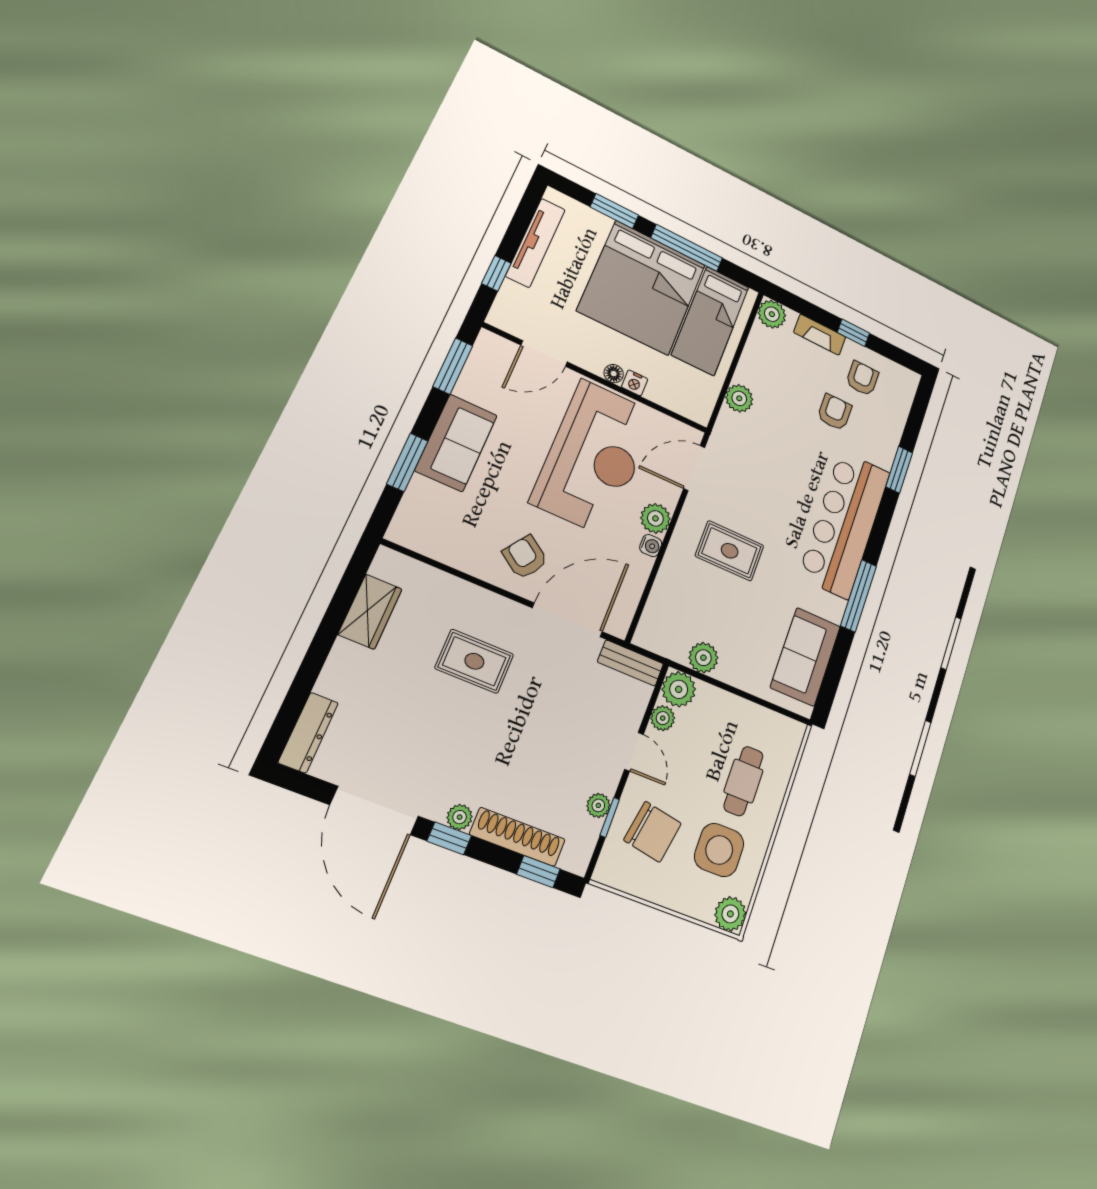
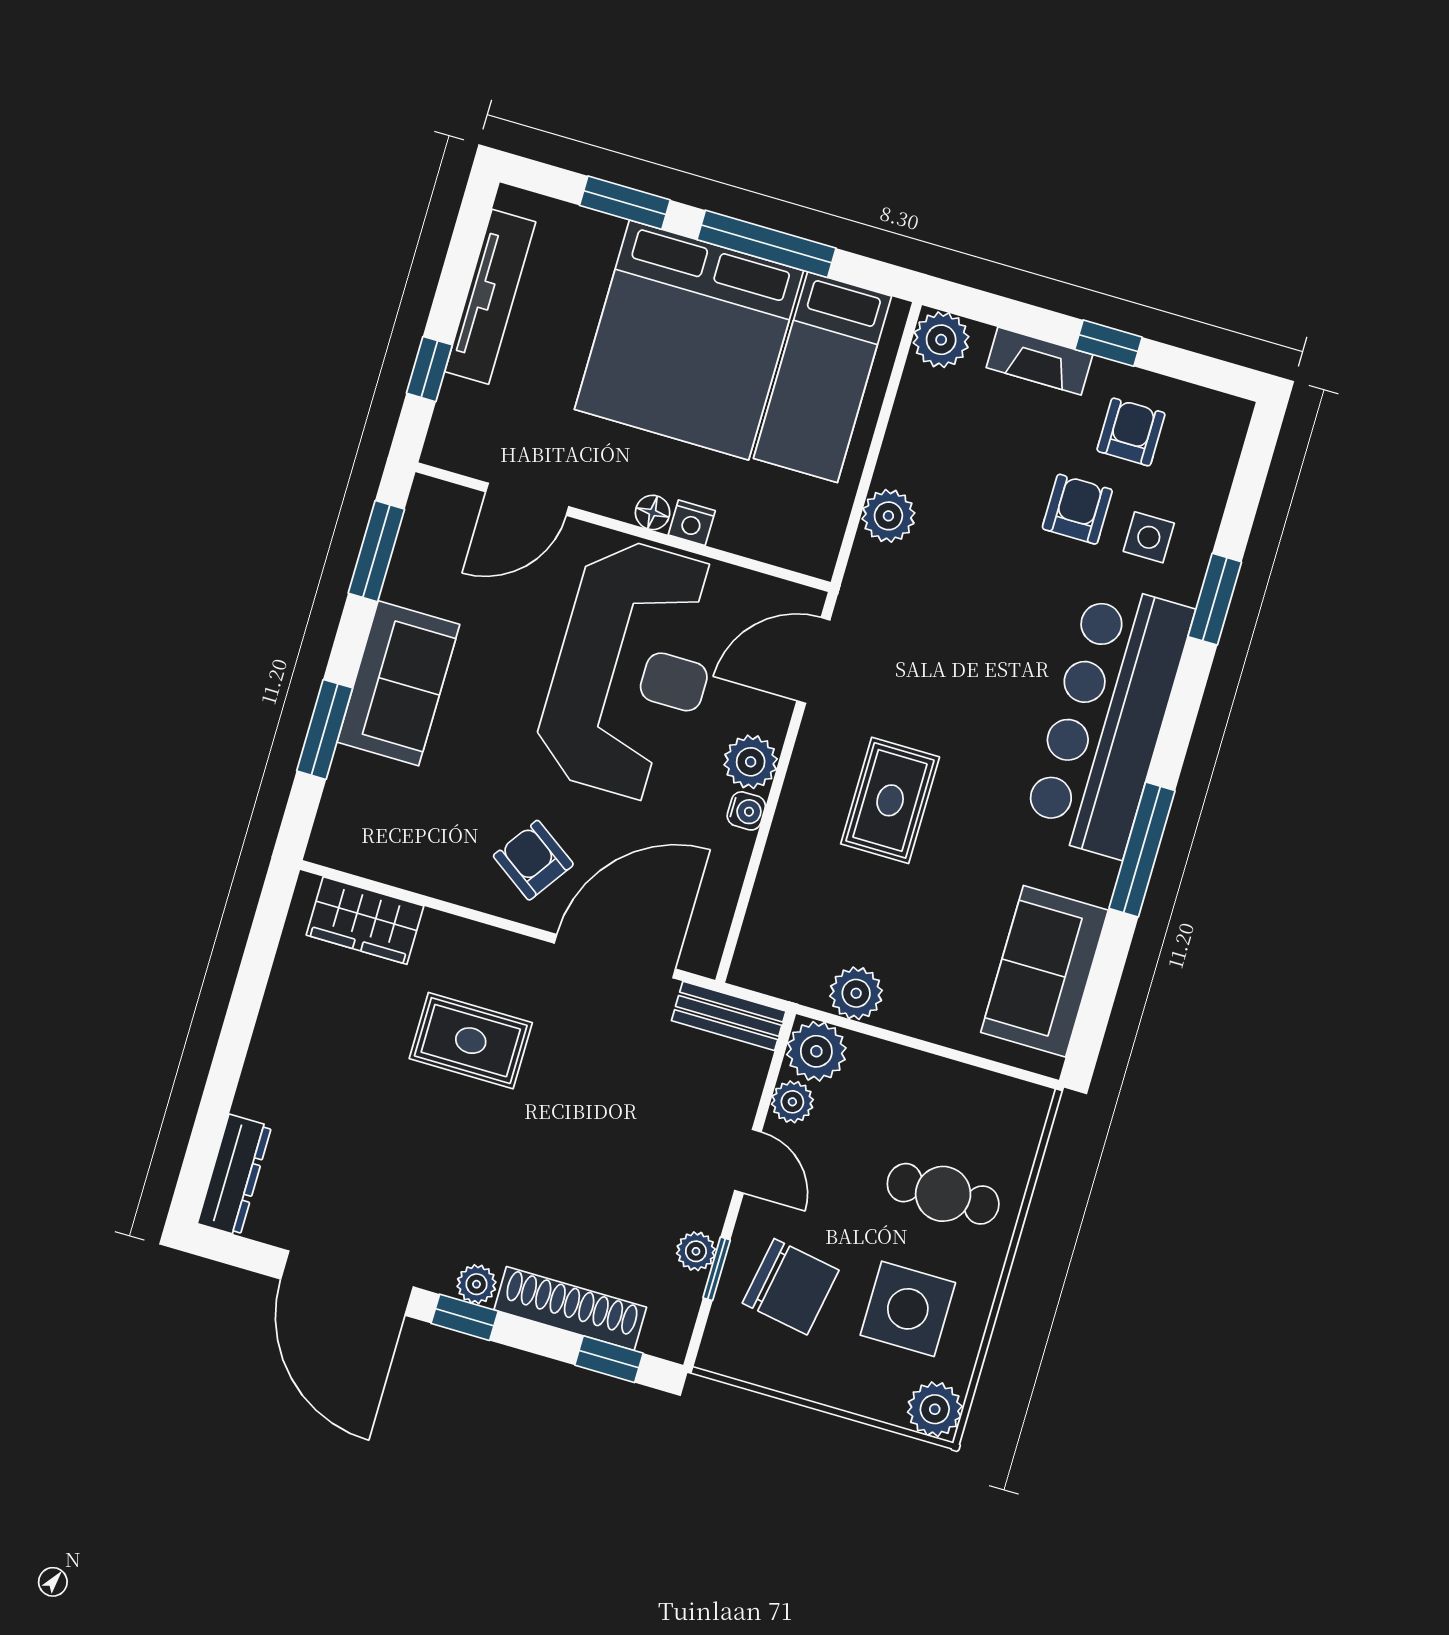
side table: (869, 433) -> (1149, 537), added
rug: (730, 551) -> (890, 800), turned 90
wardrobe: (370, 612) -> (365, 921), moved, turned 90
cafe table: (743, 781) -> (943, 1194), turned 90

